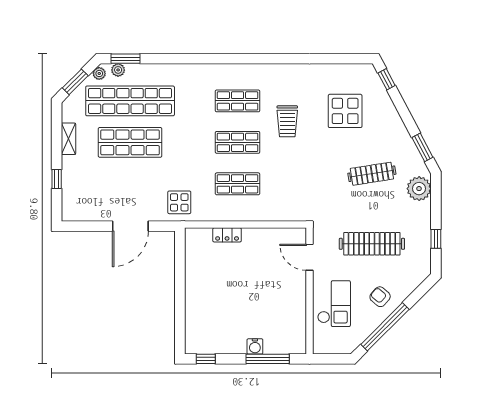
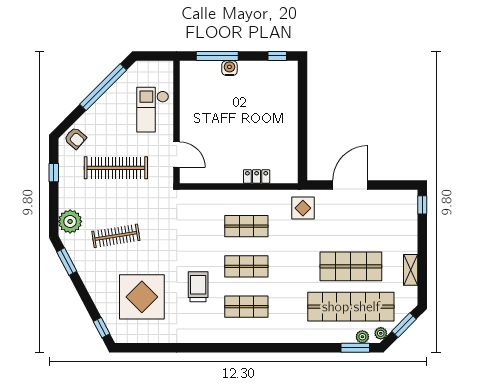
display table: (345, 111) -> (142, 297), width x1.36, depth x1.36
window: (57, 179) -> (422, 205), moved
armchair: (380, 297) -> (75, 138), moved

